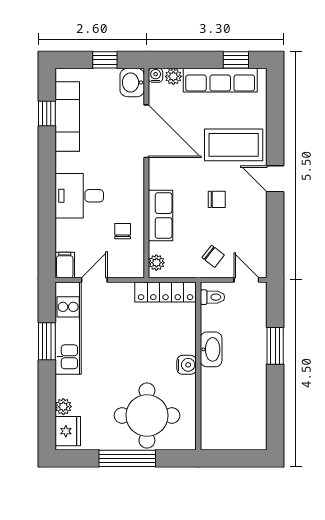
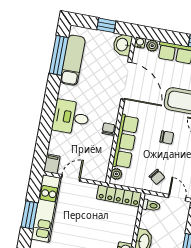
window: (47, 113) -> (59, 55), width x2.17
row of seats: (161, 216) -> (125, 142), width x1.48
chair: (123, 231) -> (108, 129), moved

